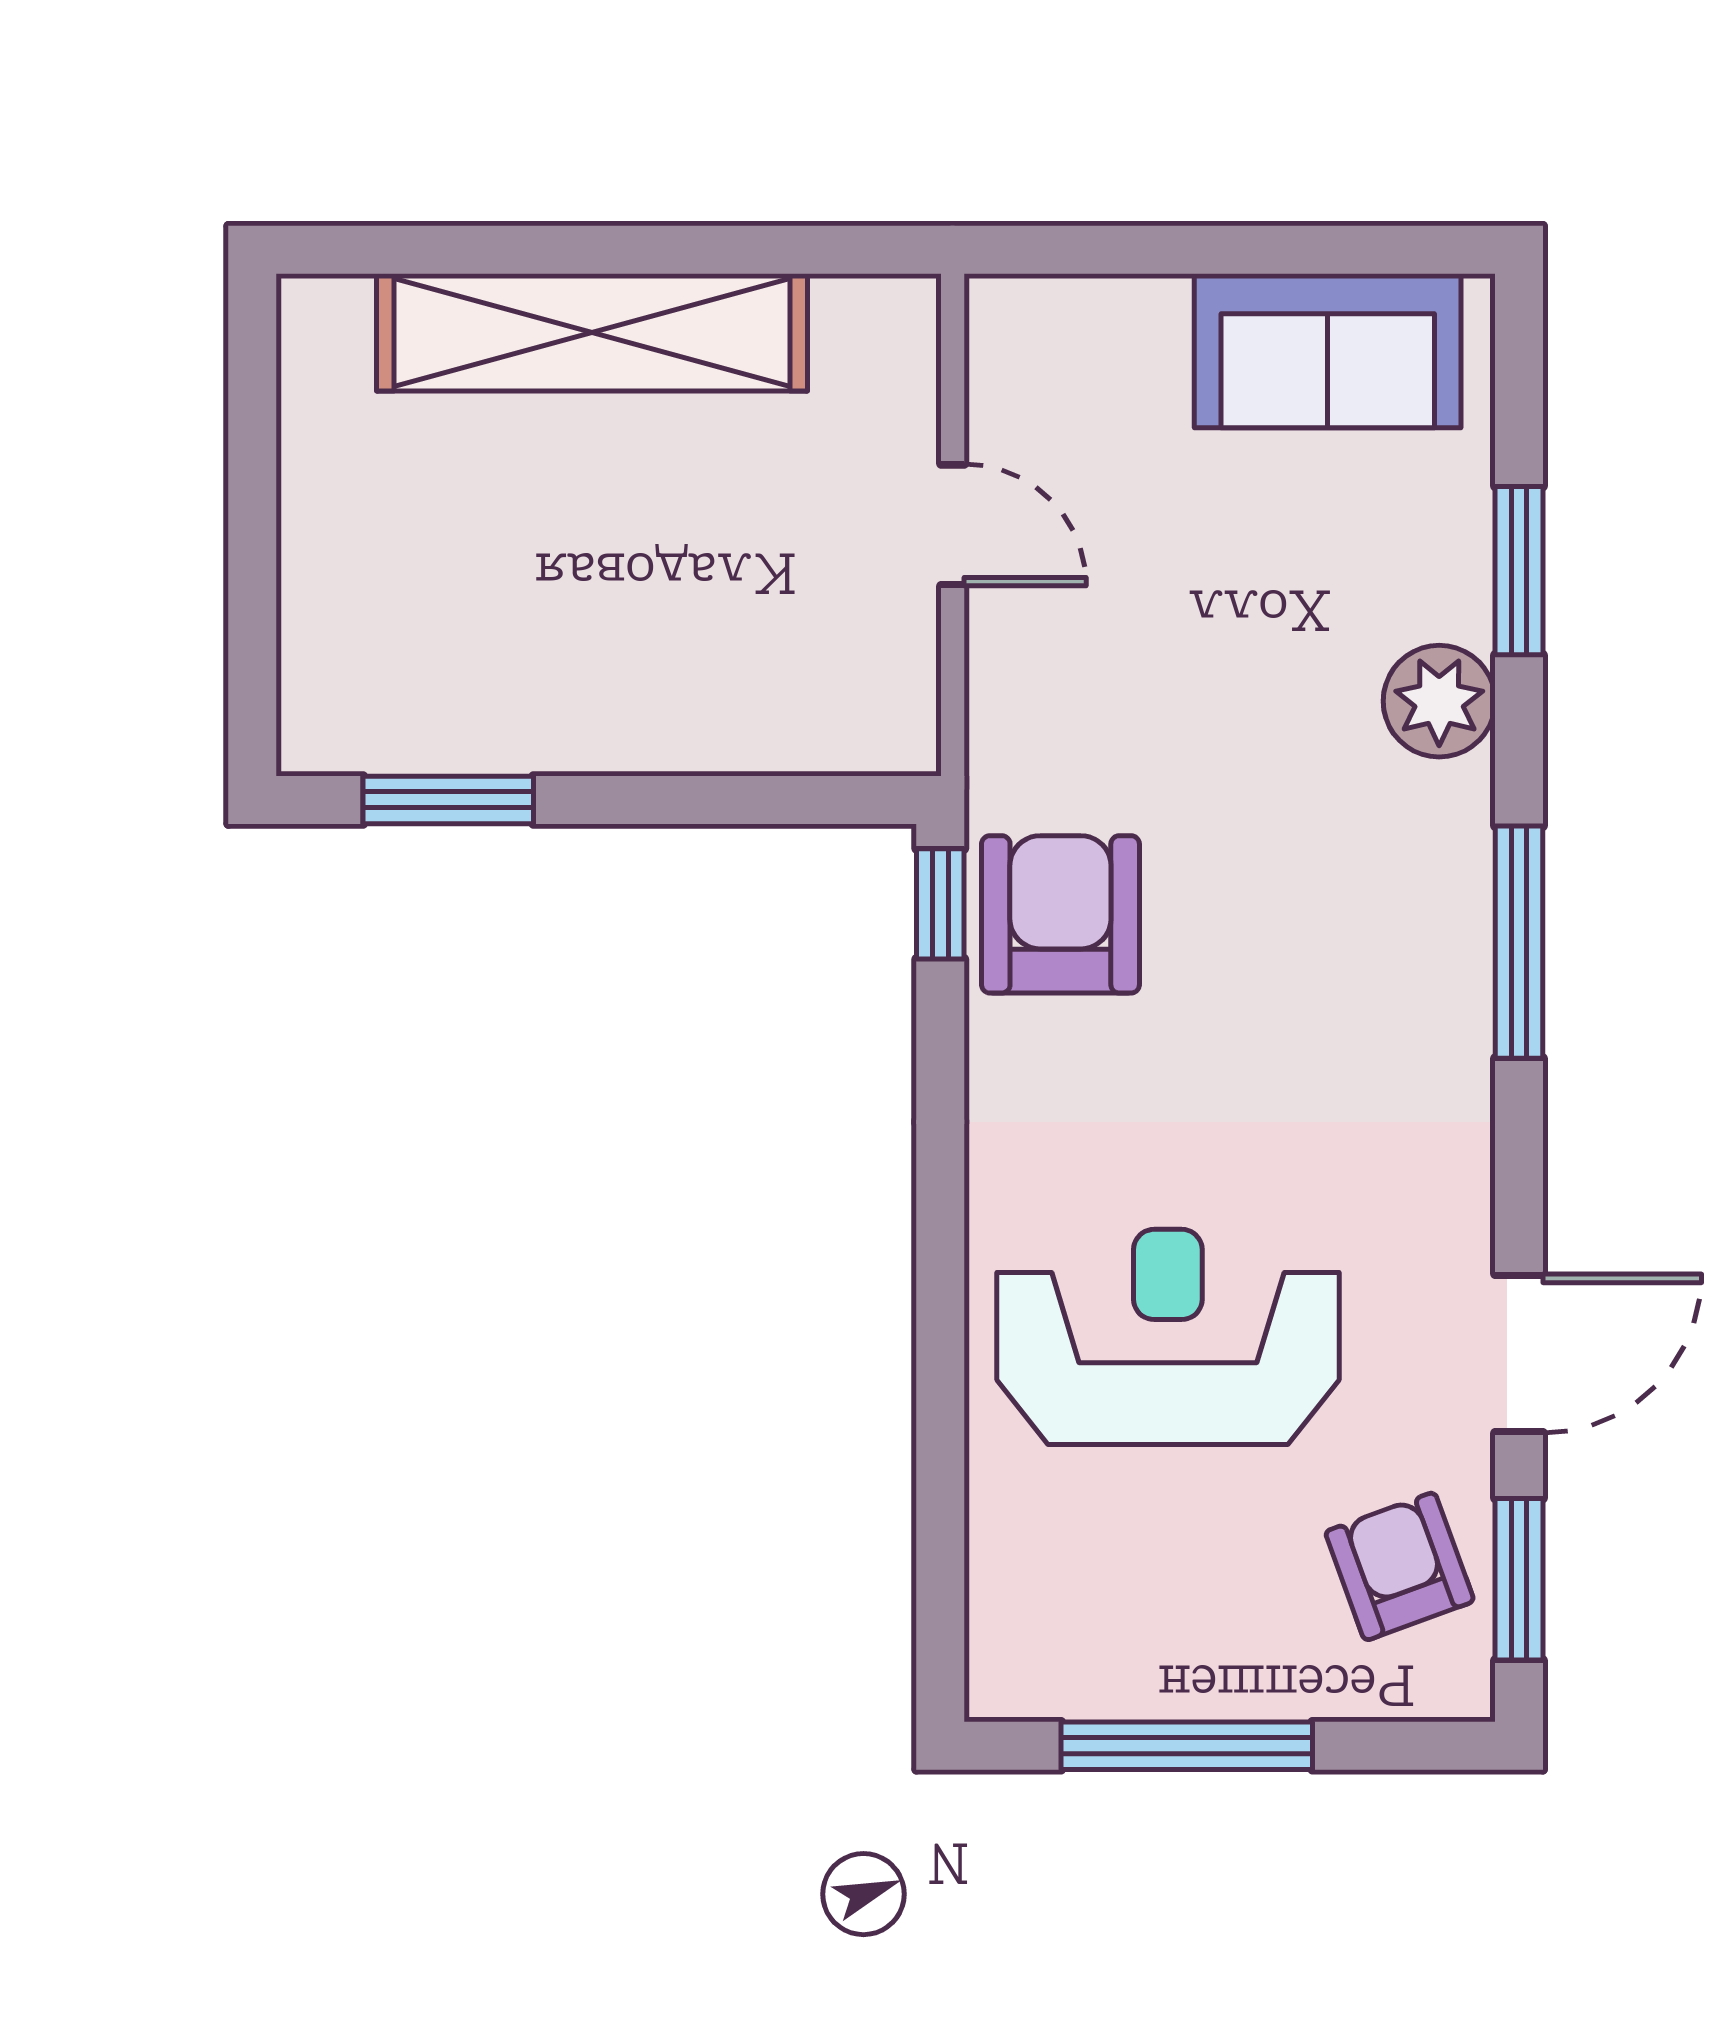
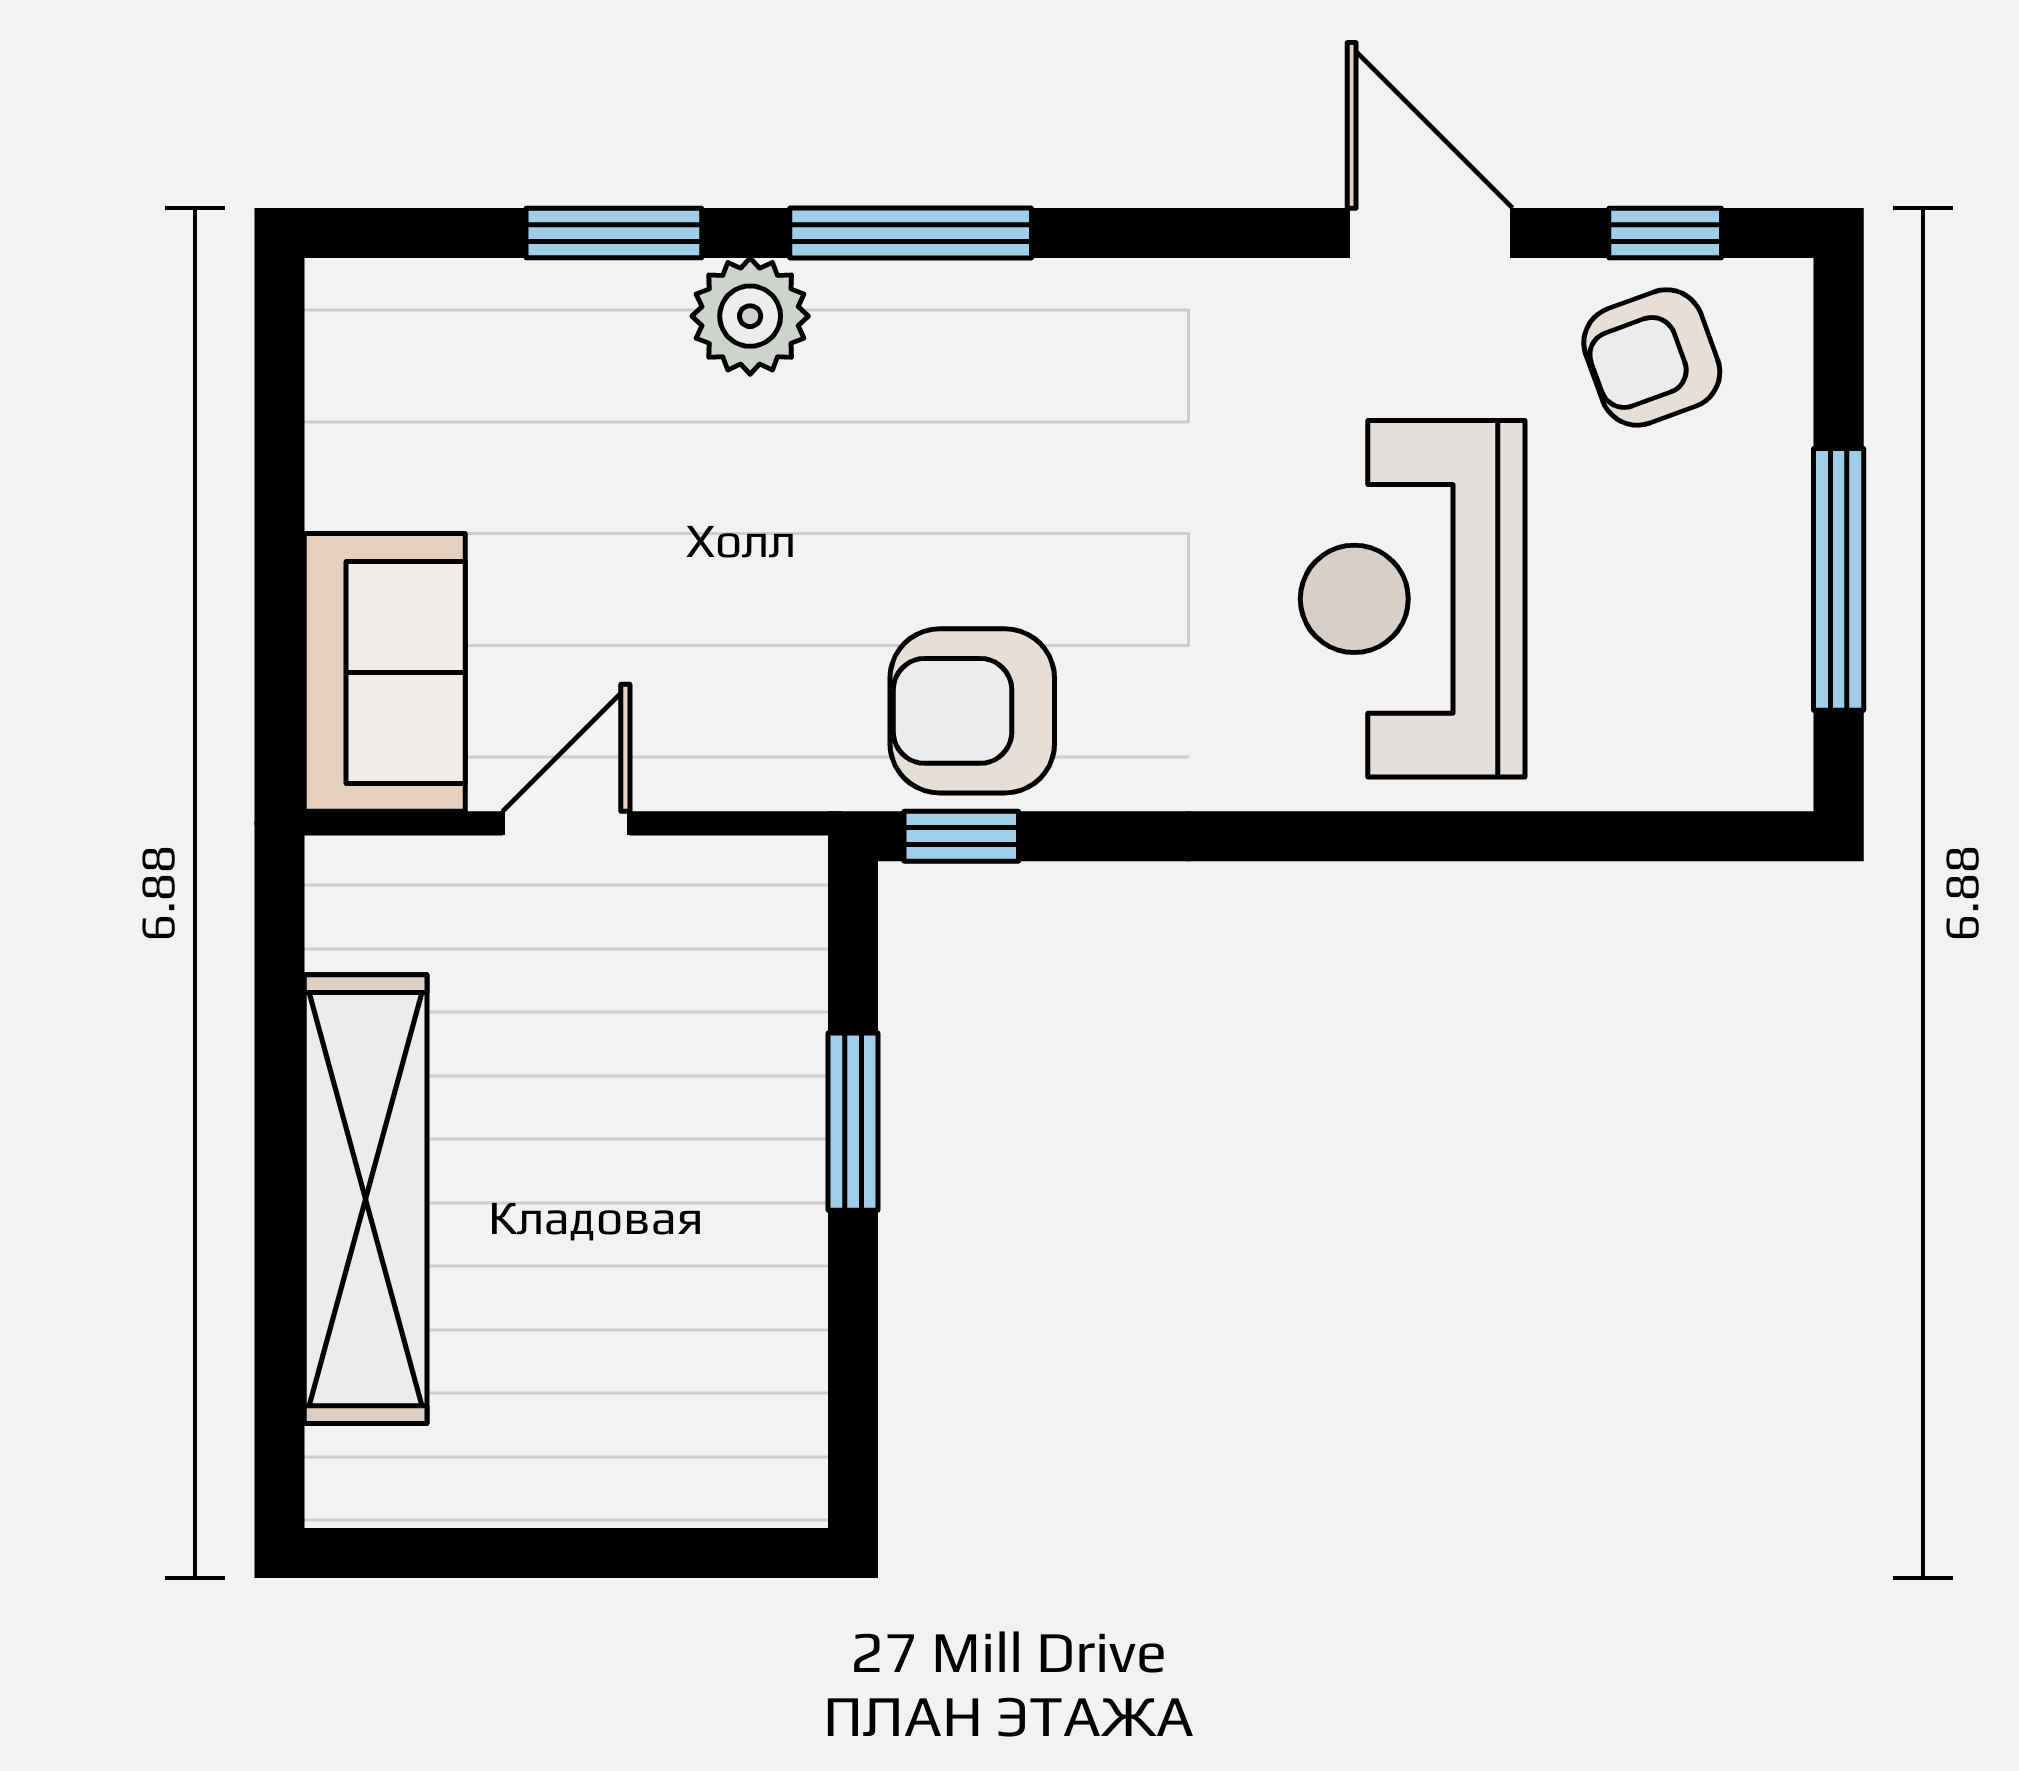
sofa: (1328, 351) -> (385, 672), moved
window: (448, 800) -> (853, 1122), moved
window: (1519, 942) -> (911, 233), moved
window: (1519, 1579) -> (1665, 233), width x0.67

